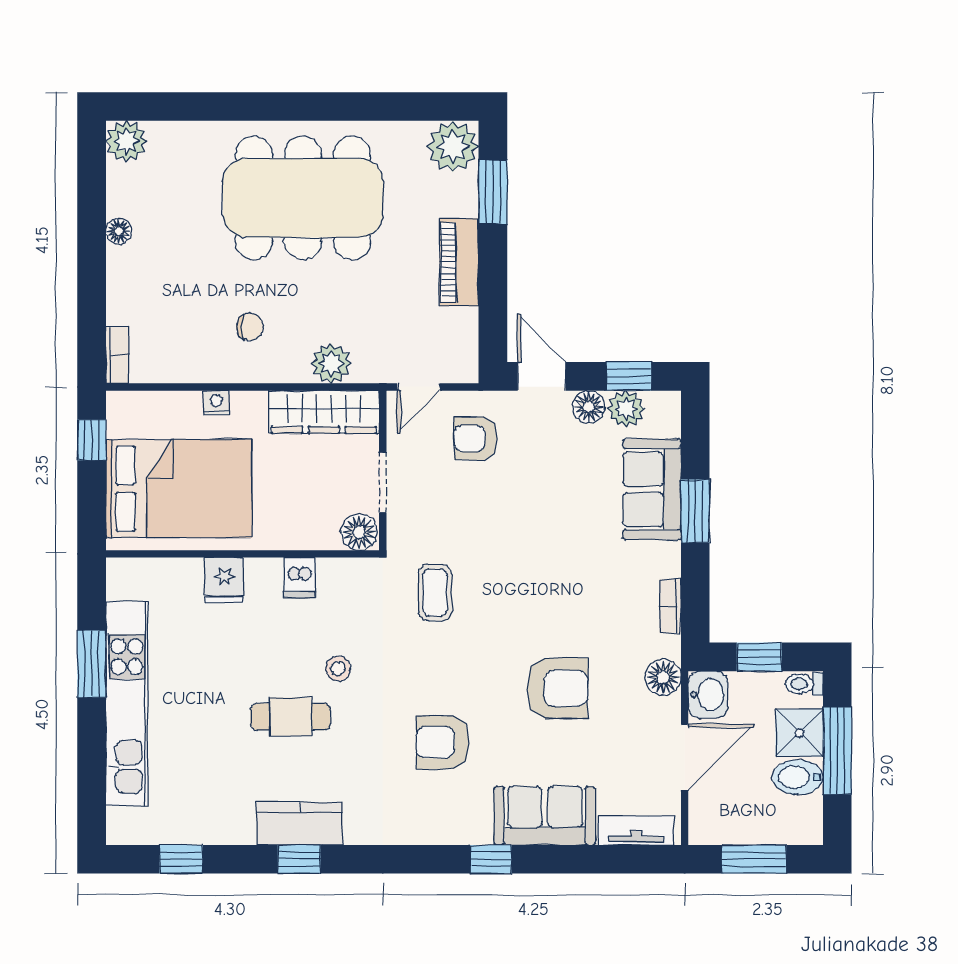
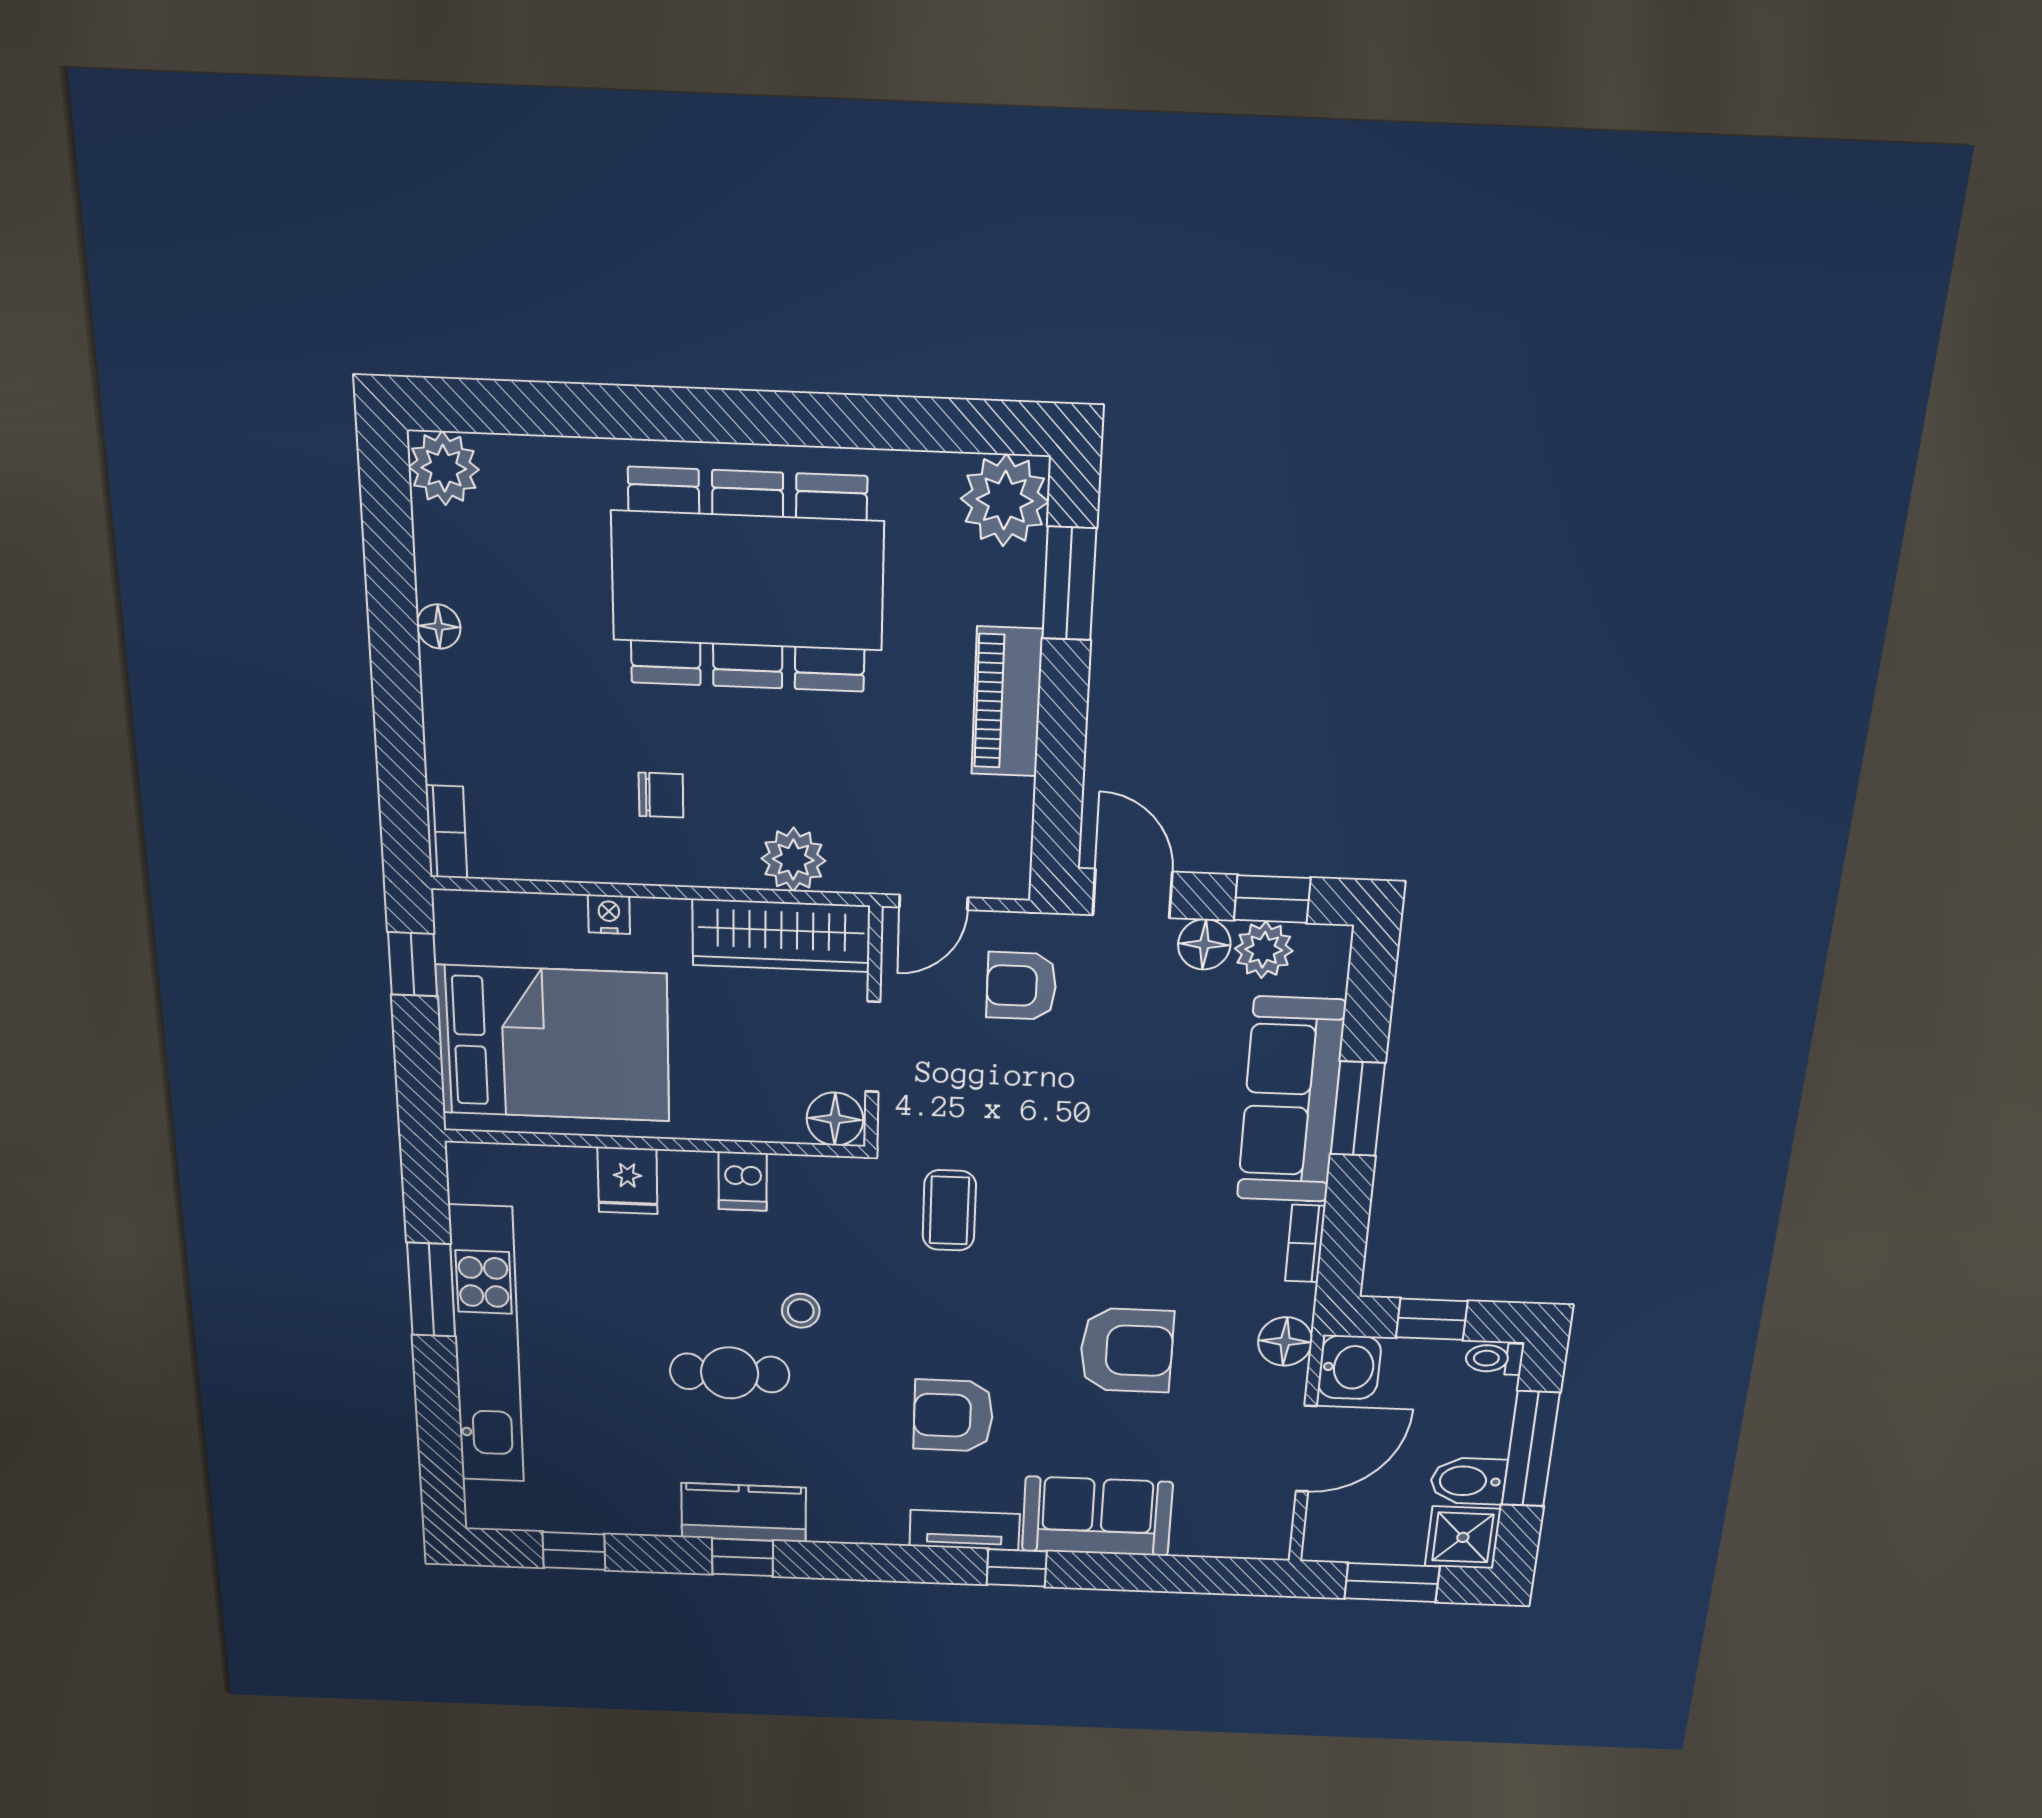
sofa: (652, 489) -> (1291, 1101), width x1.36
shower: (799, 733) -> (1463, 1537), moved
tv unit: (636, 831) -> (965, 1530), moved

